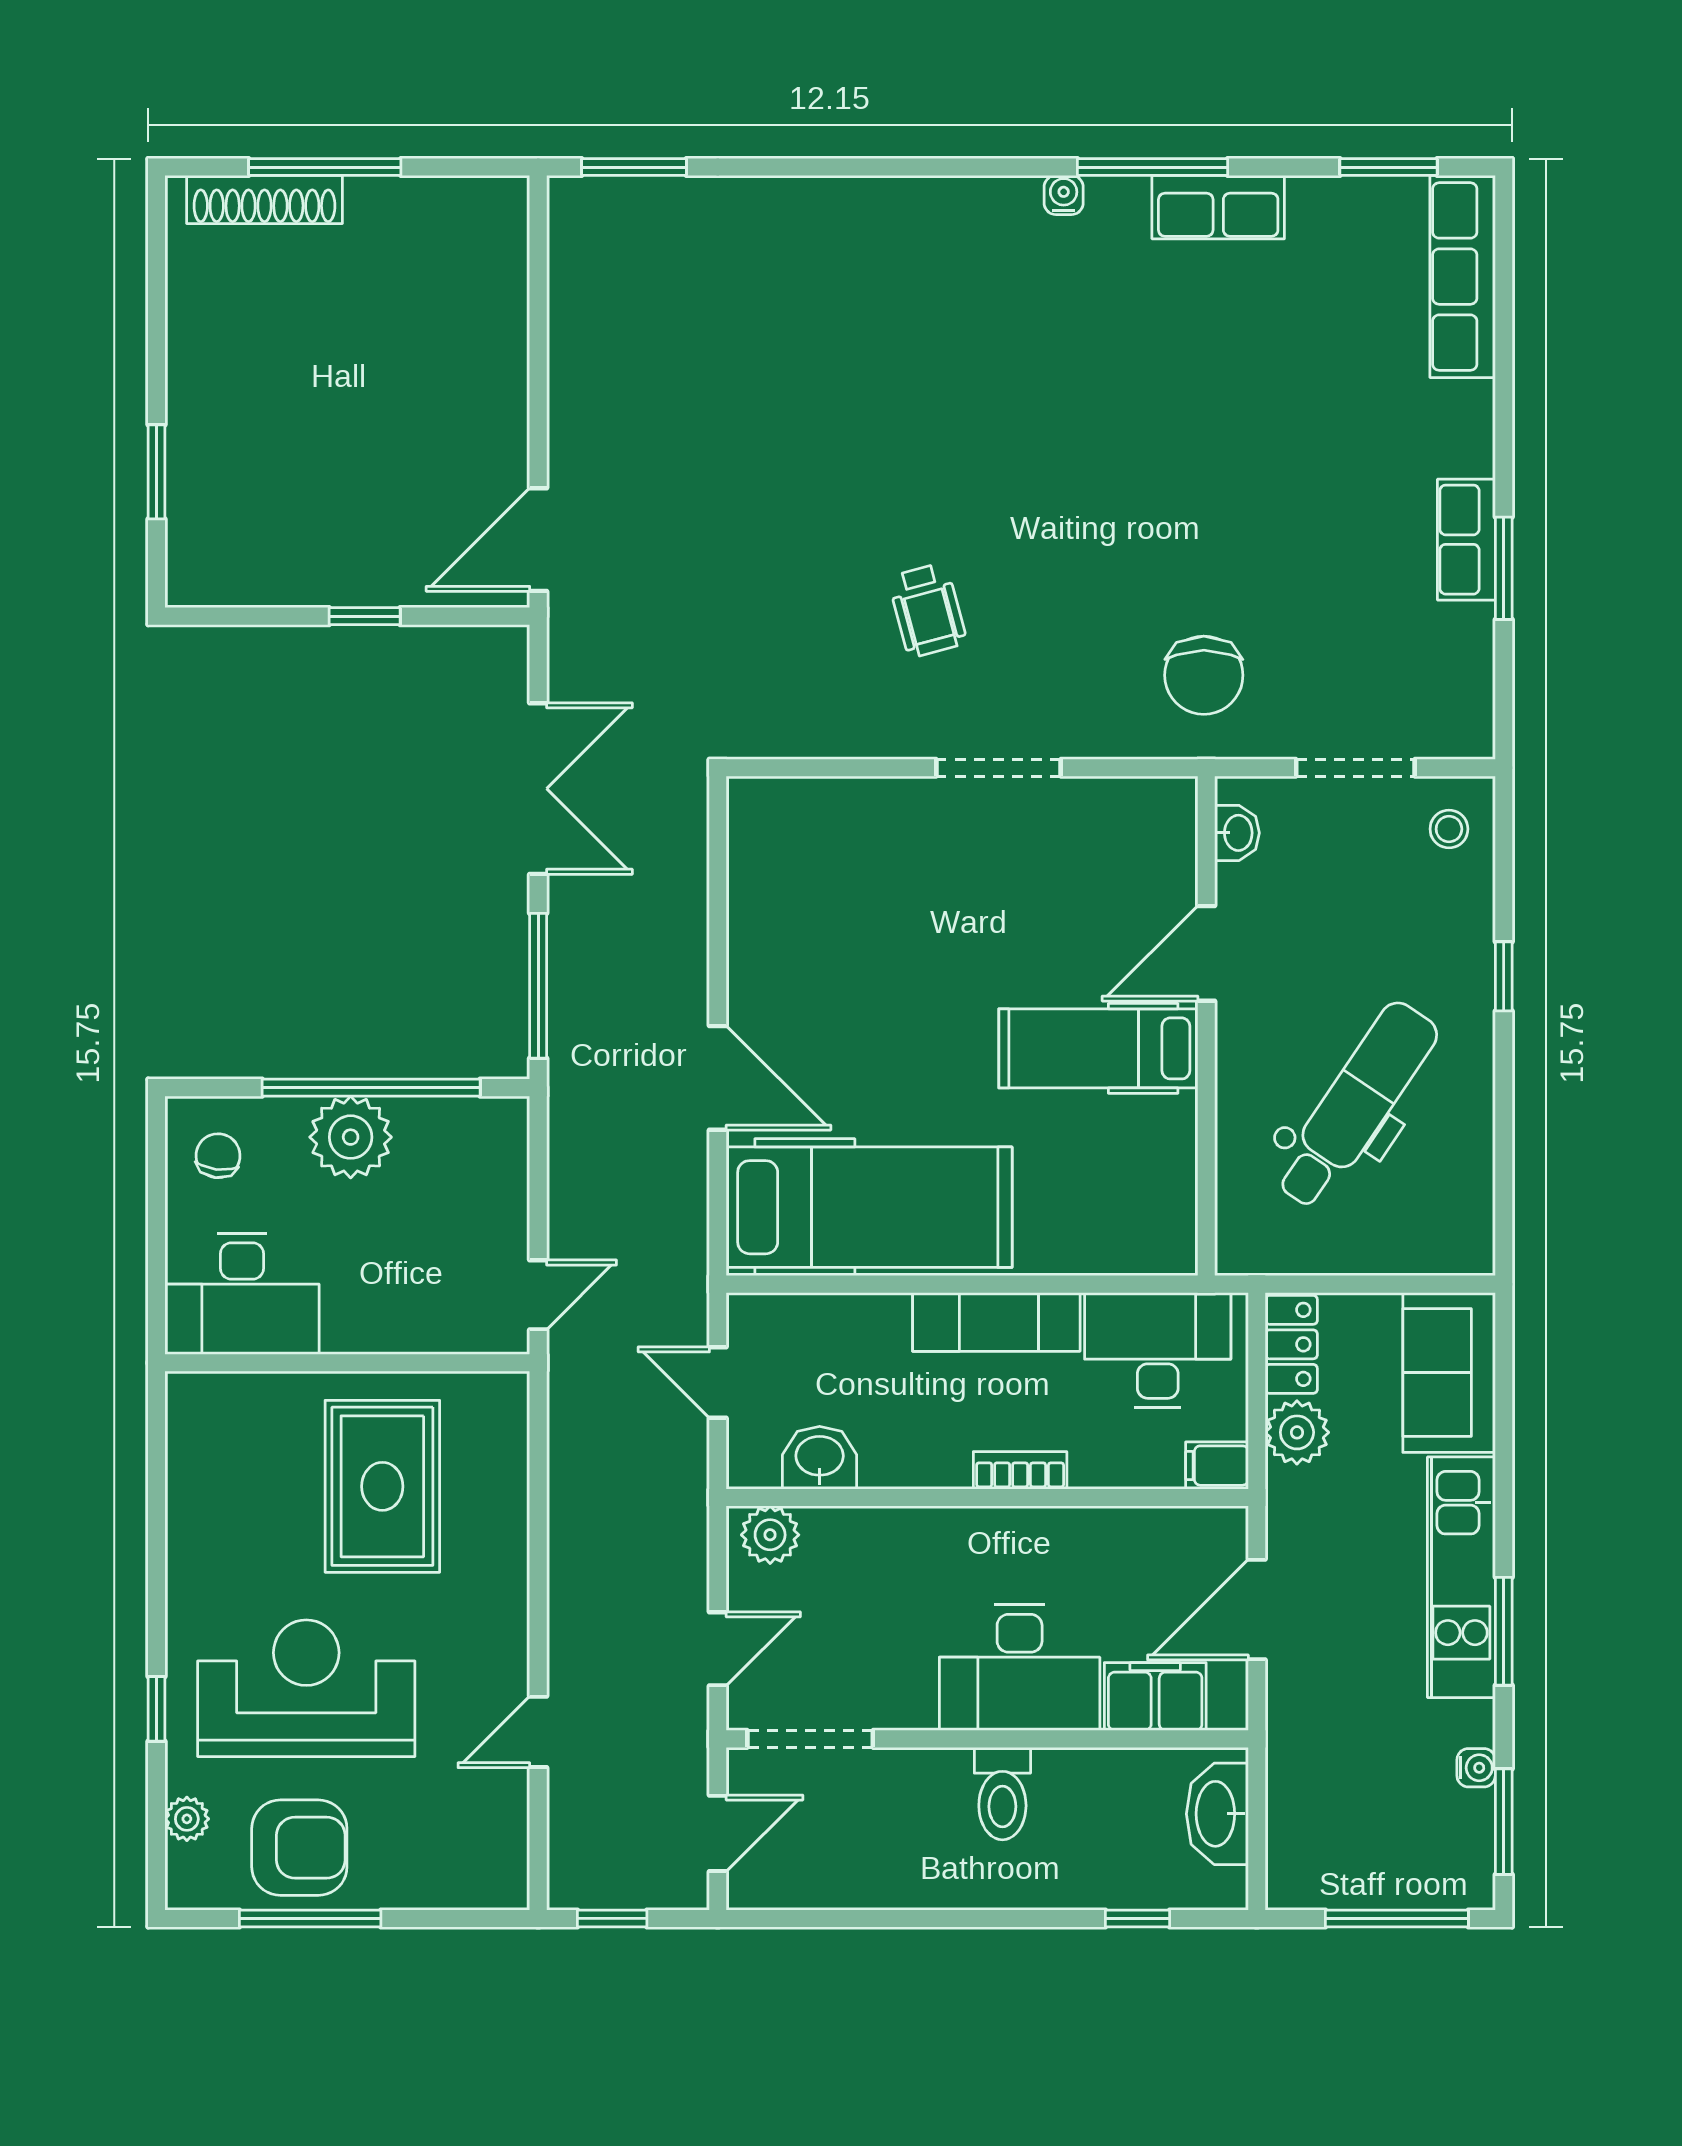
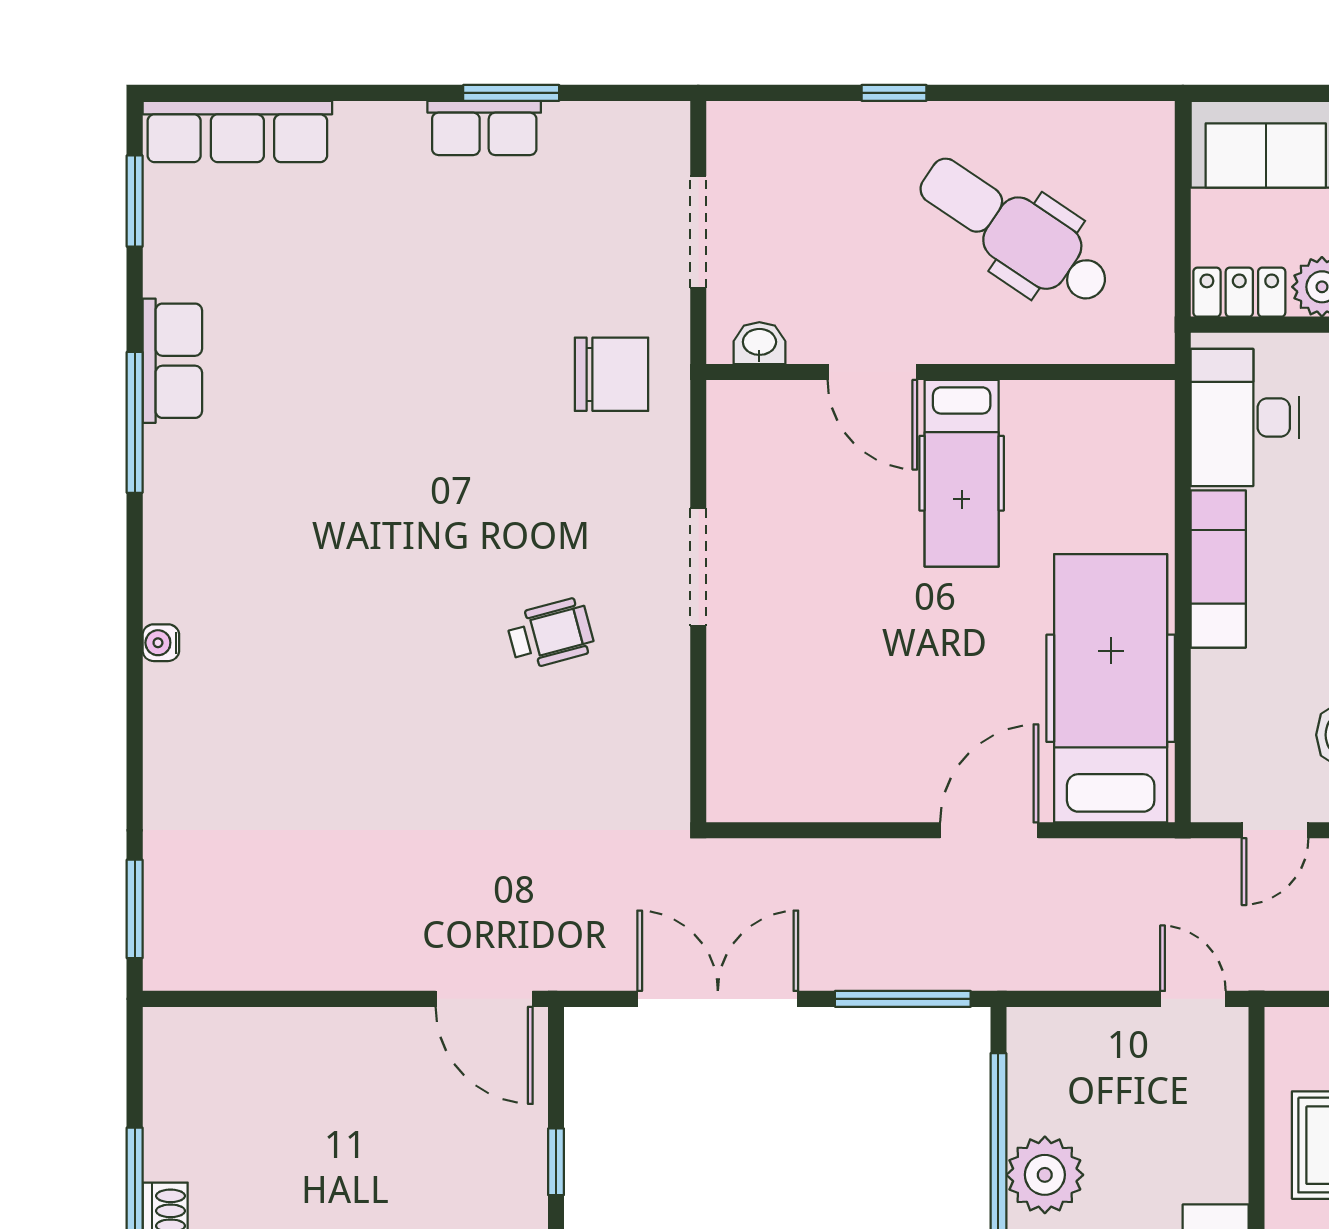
water cooler: (1064, 195) -> (161, 643), moved
stool: (1449, 829) -> (756, 144), removed

